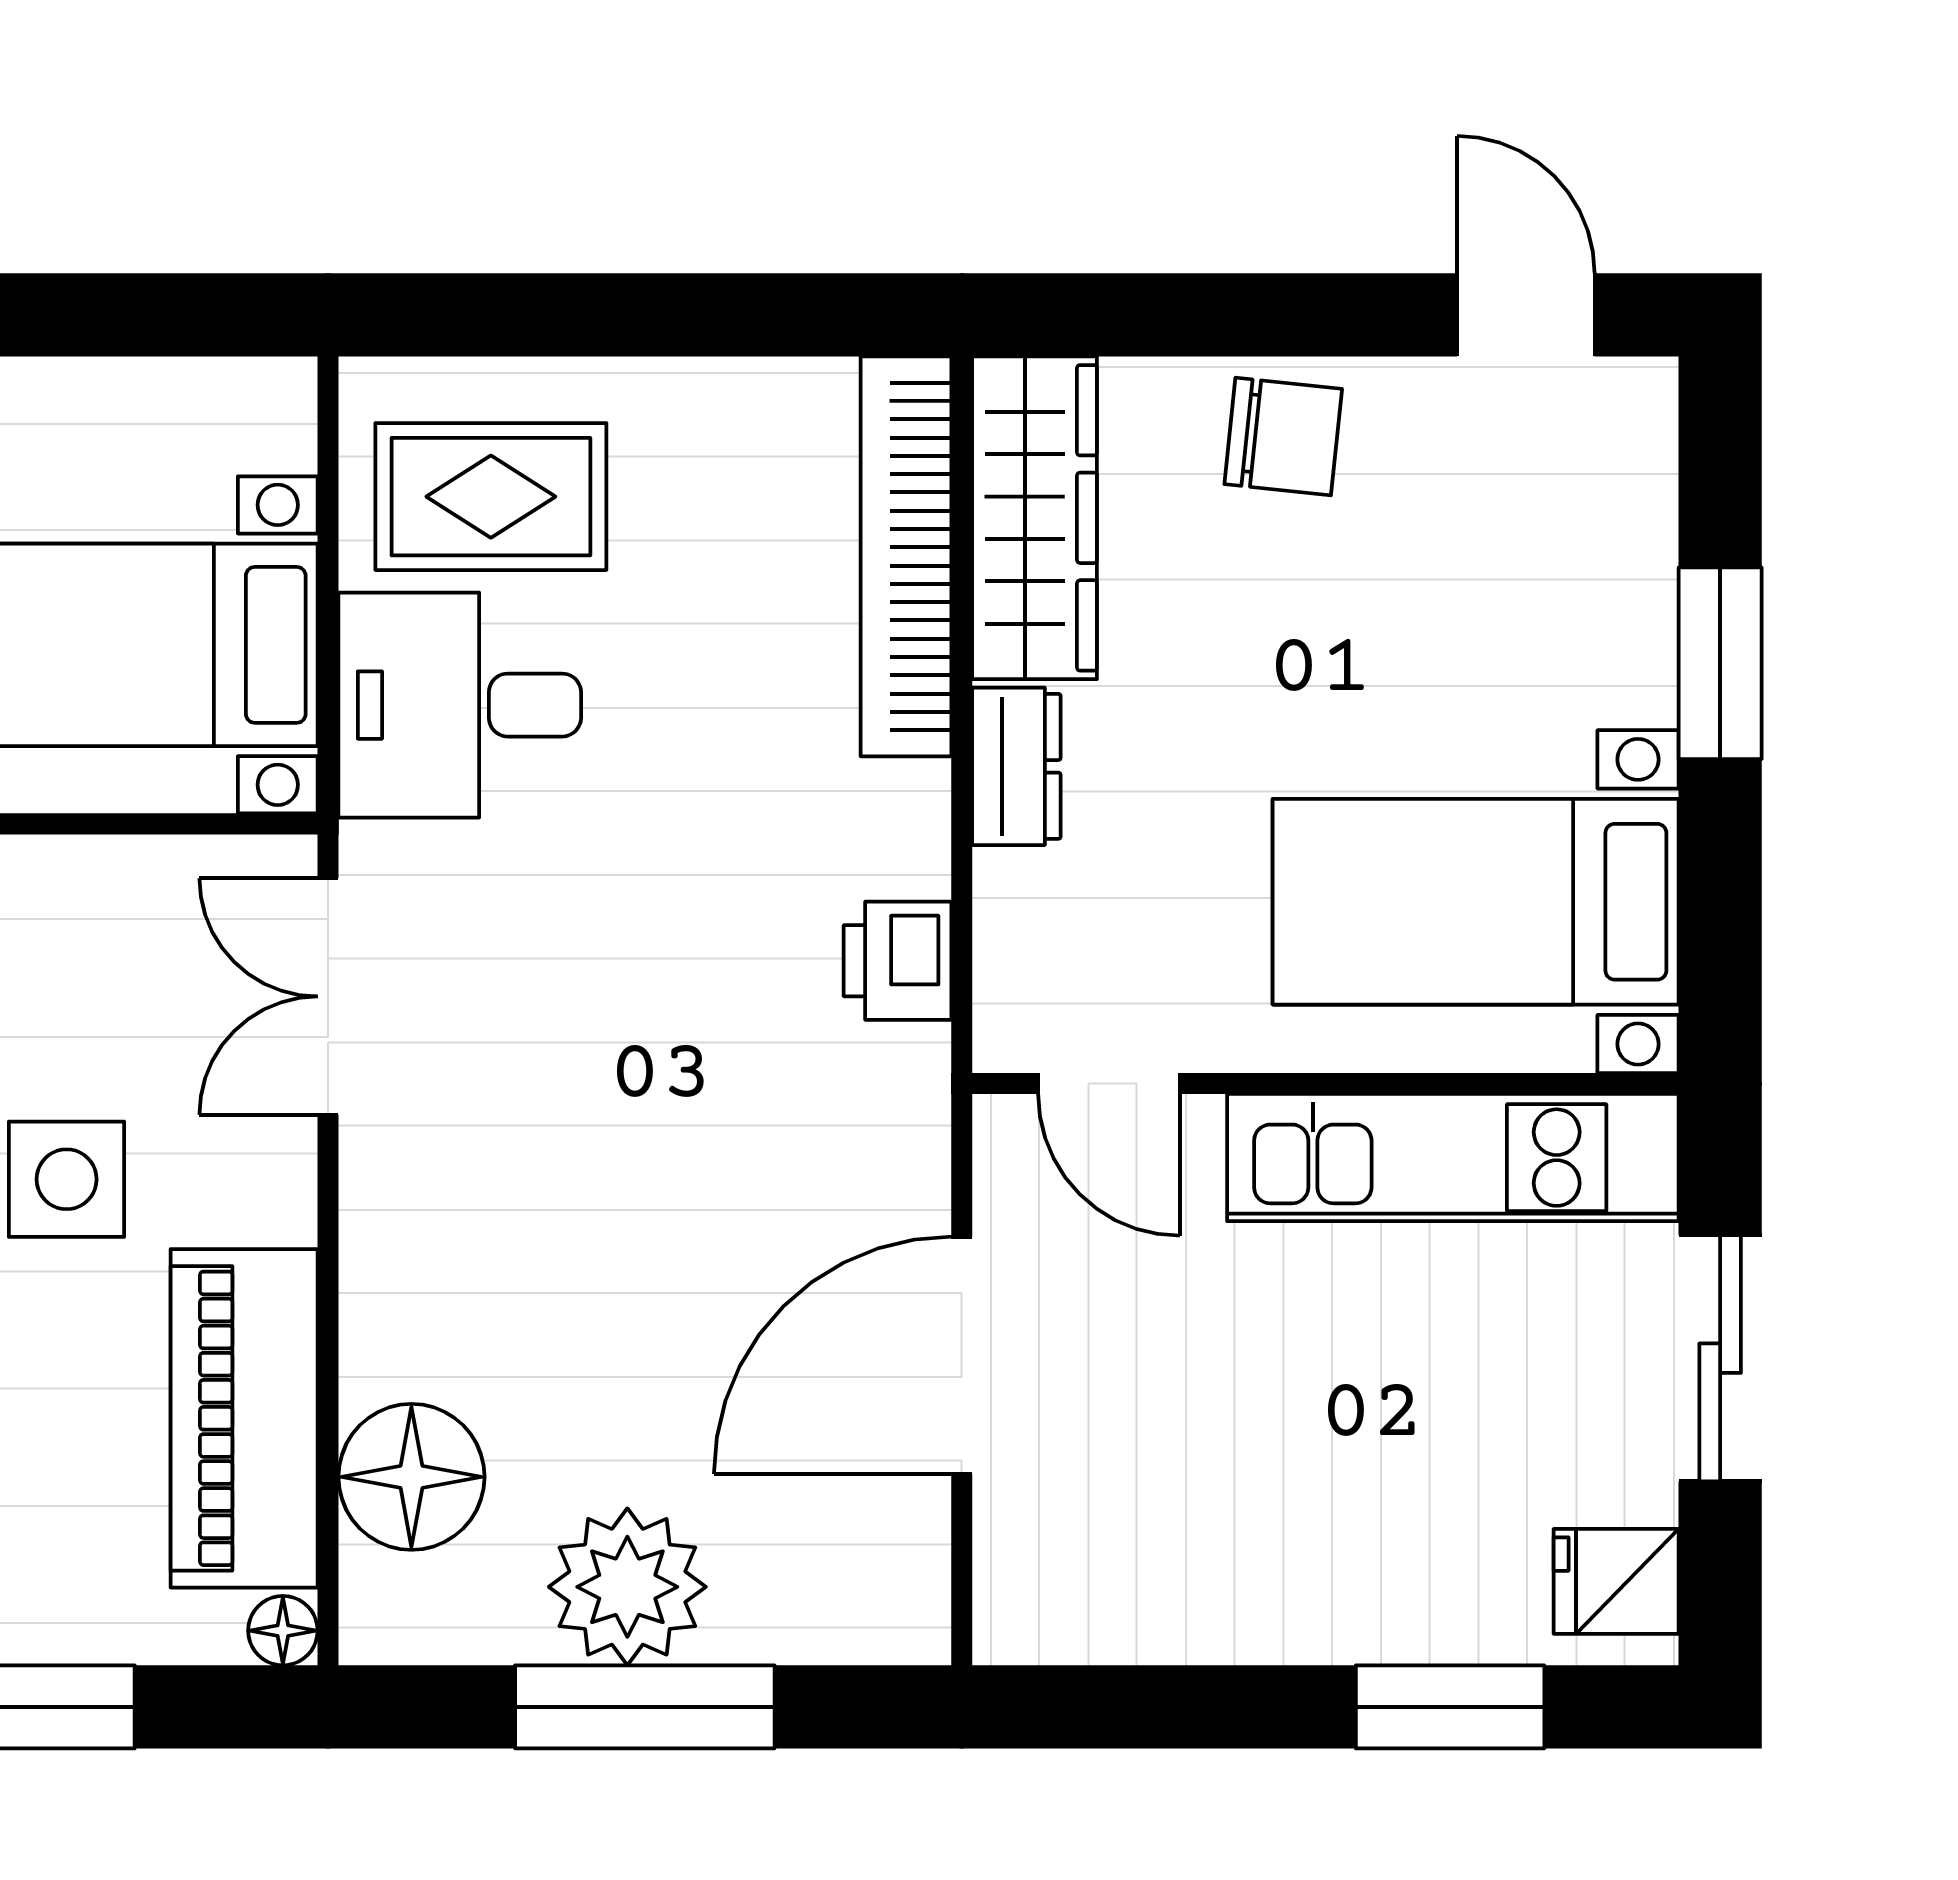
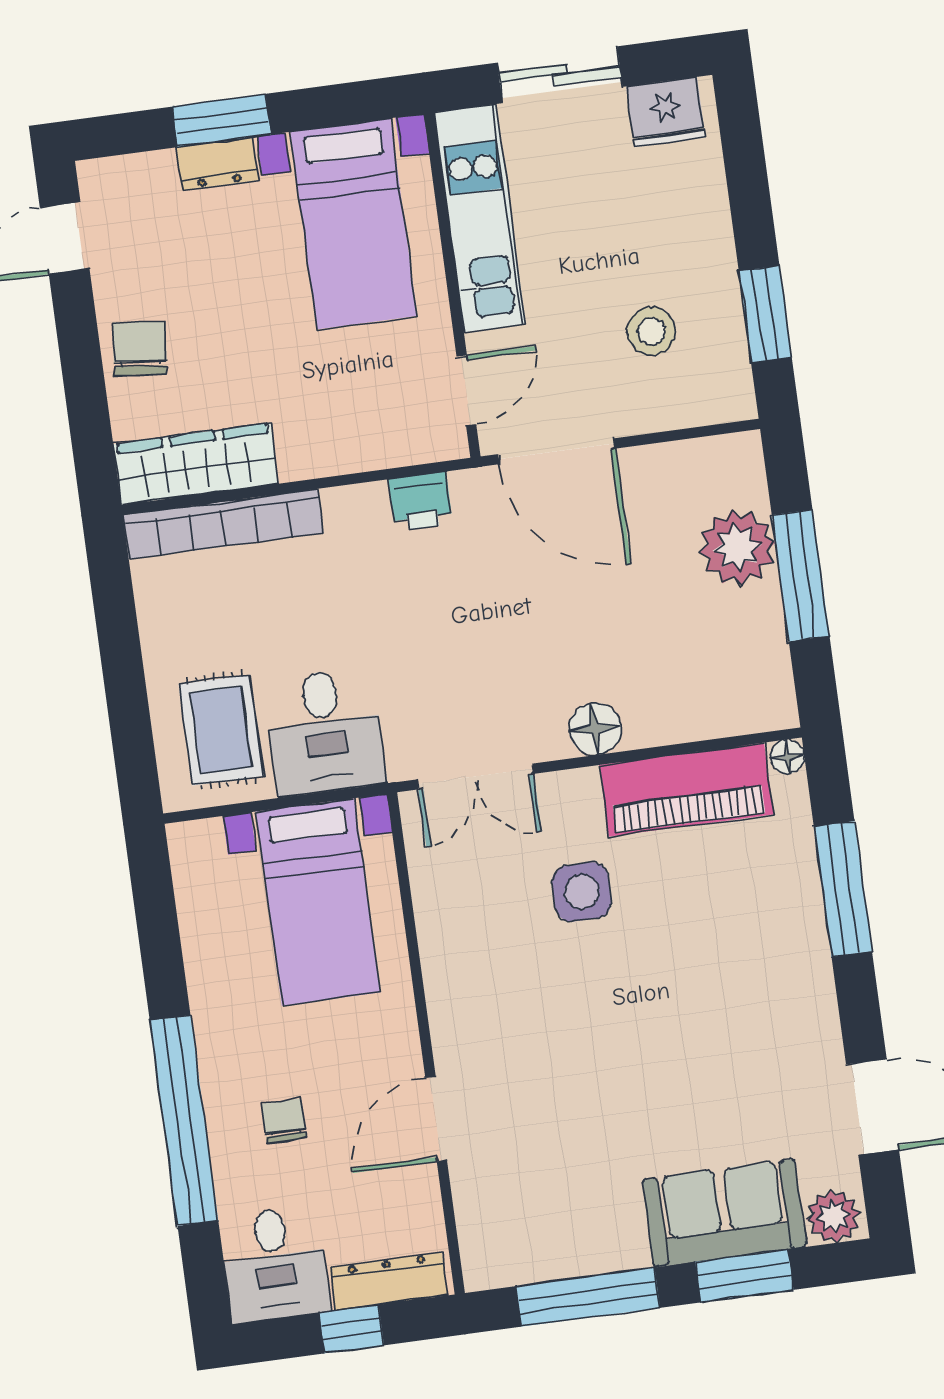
dresser: (1016, 766) -> (217, 164), moved, turned 180
door: (962, 1355) -> (557, 451), moved
stool: (1178, 1472) -> (651, 331), added
floor lamp: (411, 1477) -> (595, 729), moved, width x0.73, depth x0.73
fridge: (1616, 1581) -> (666, 112), width x1.38
plant: (627, 1587) -> (737, 548), moved
window: (1450, 1707) -> (765, 314), moved

